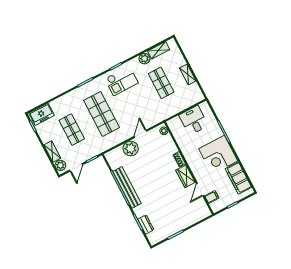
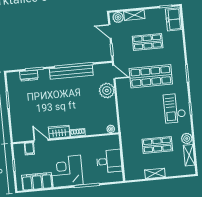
door: (140, 134) -> (114, 72), moved

